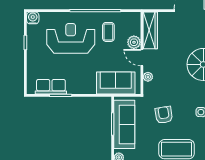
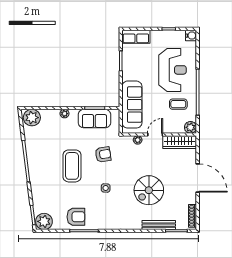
plant: (134, 42) -> (190, 127), moved
sofa: (116, 83) -> (132, 105), width x1.36
row of seats: (51, 87) -> (136, 37), moved, turned 90
sofa: (124, 124) -> (94, 119), width x0.73

